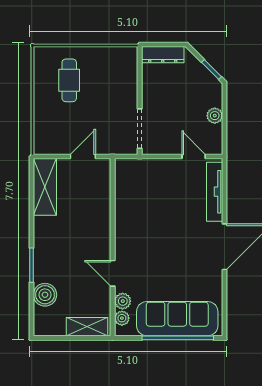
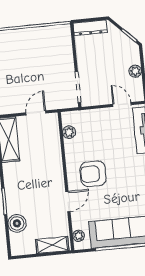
cafe table: (69, 80) -> (19, 55), removed
armchair: (148, 241) -> (93, 174), added
door: (113, 273) -> (68, 202), swing flipped
plant: (123, 301) -> (69, 132), moved

